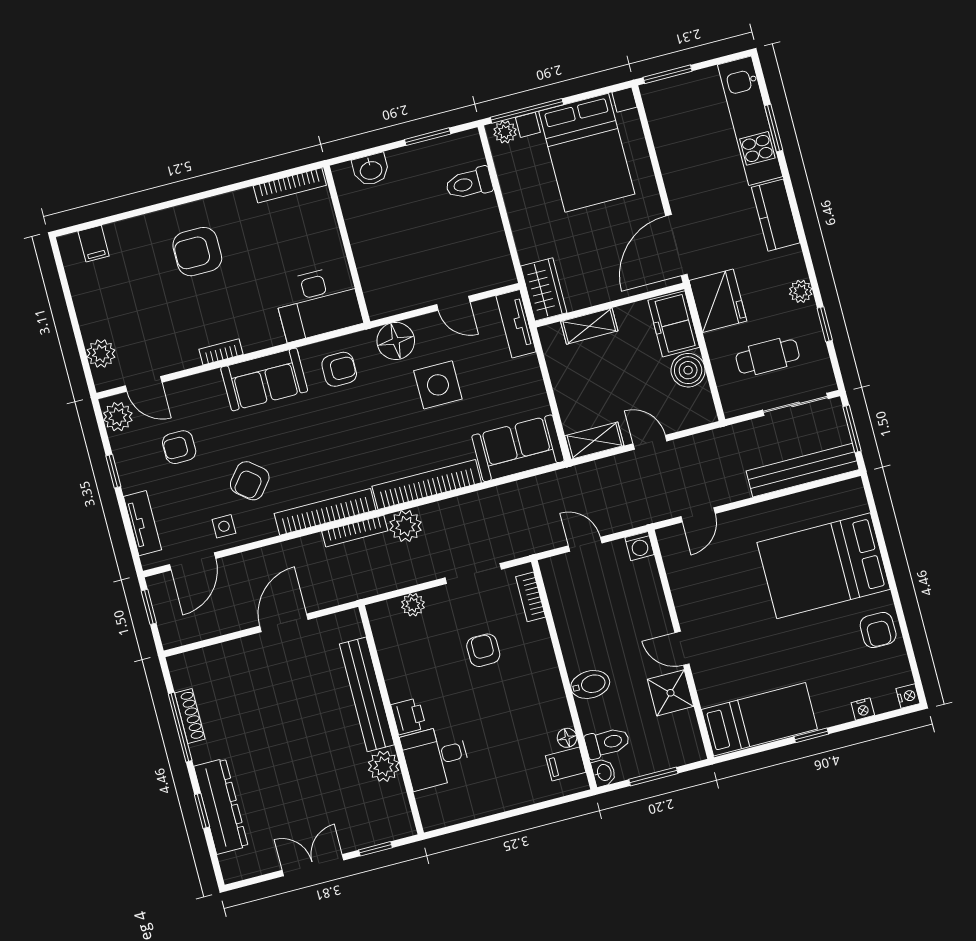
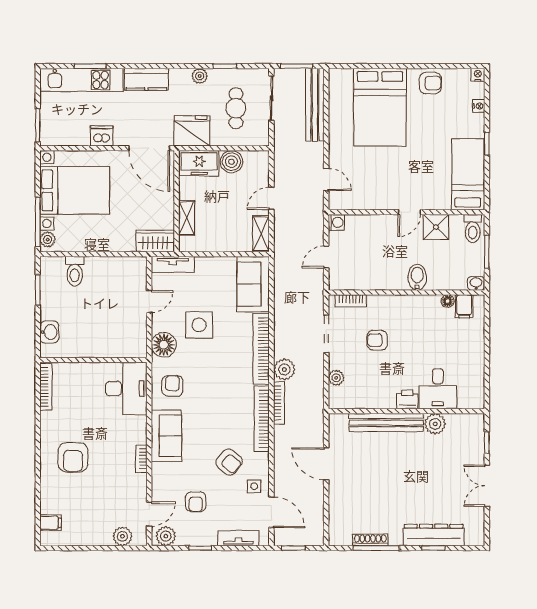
dishwasher: (677, 172) -> (102, 136), added
toilet: (607, 743) -> (473, 229), moved, turned 180

